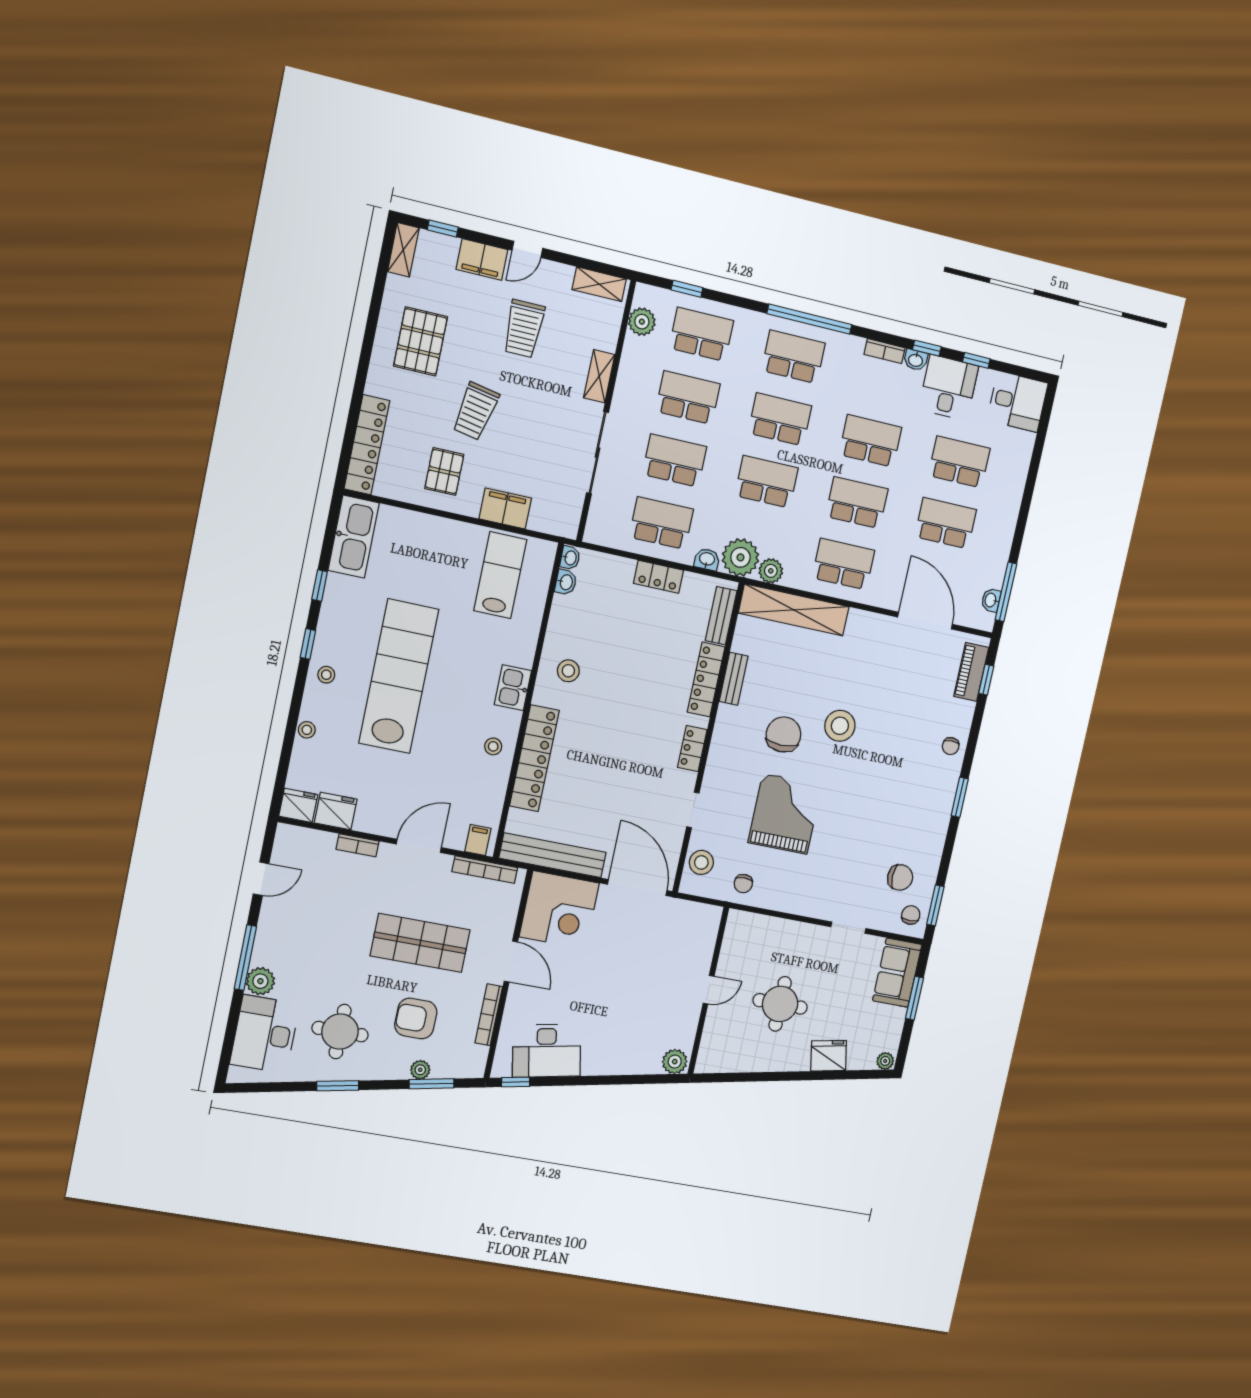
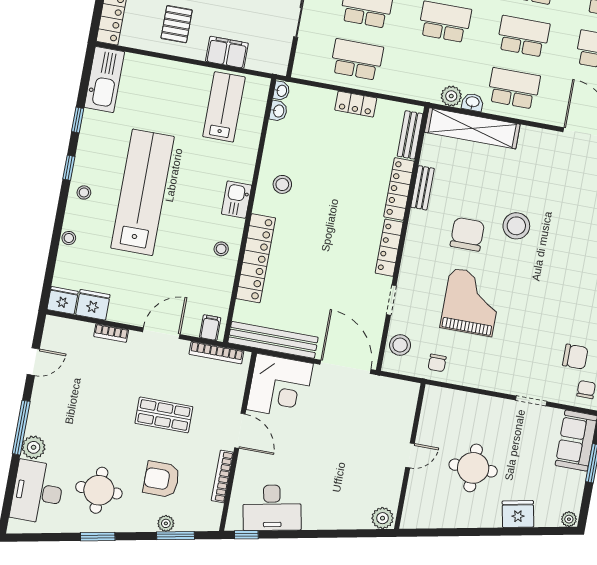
plant: (740, 557) -> (425, 86), removed
washbasin: (707, 559) -> (473, 102), moved
locker: (692, 749) -> (389, 248), width x1.53
shop shelf: (420, 943) -> (164, 415), width x0.70, depth x0.74

